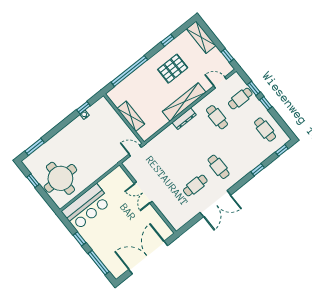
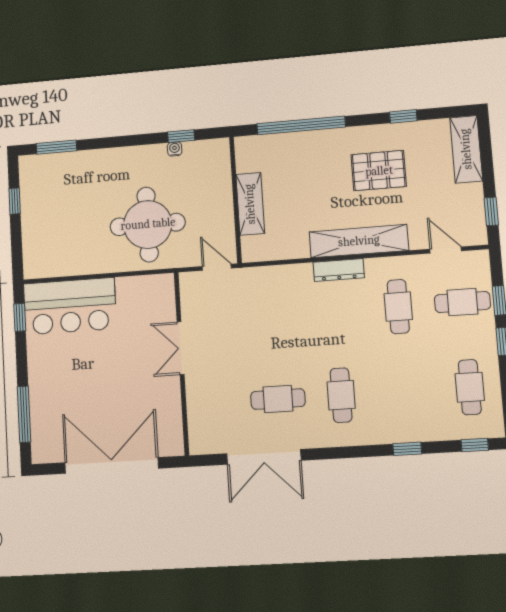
round table: (60, 178) -> (148, 224), moved
double door: (215, 204) -> (264, 457), moved
window: (80, 239) -> (20, 317), moved

